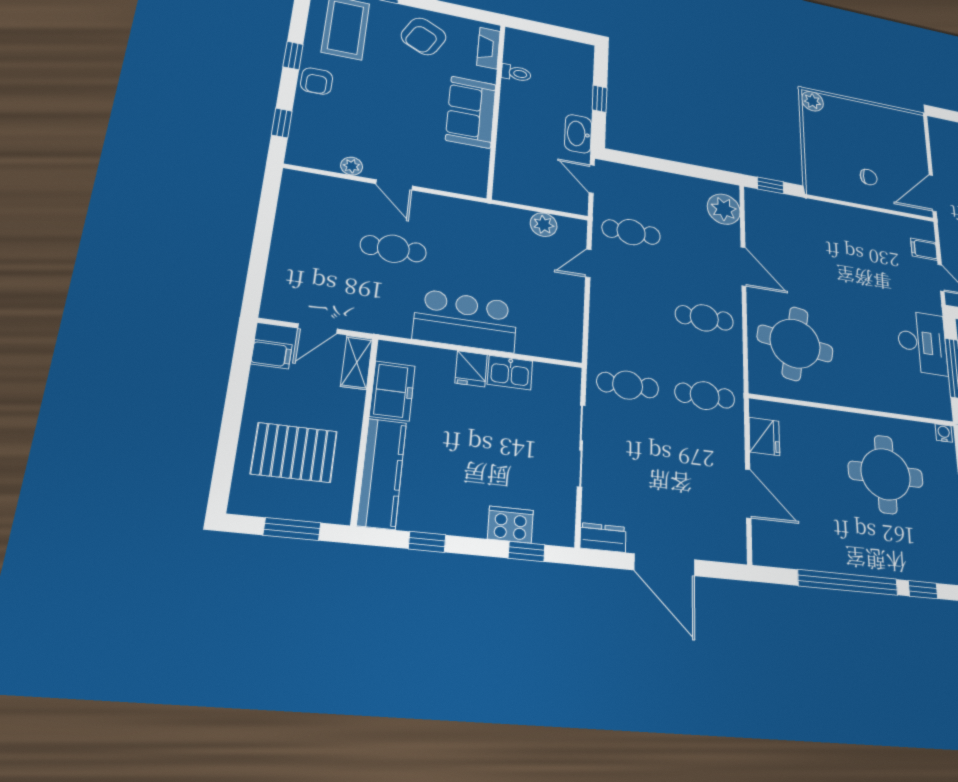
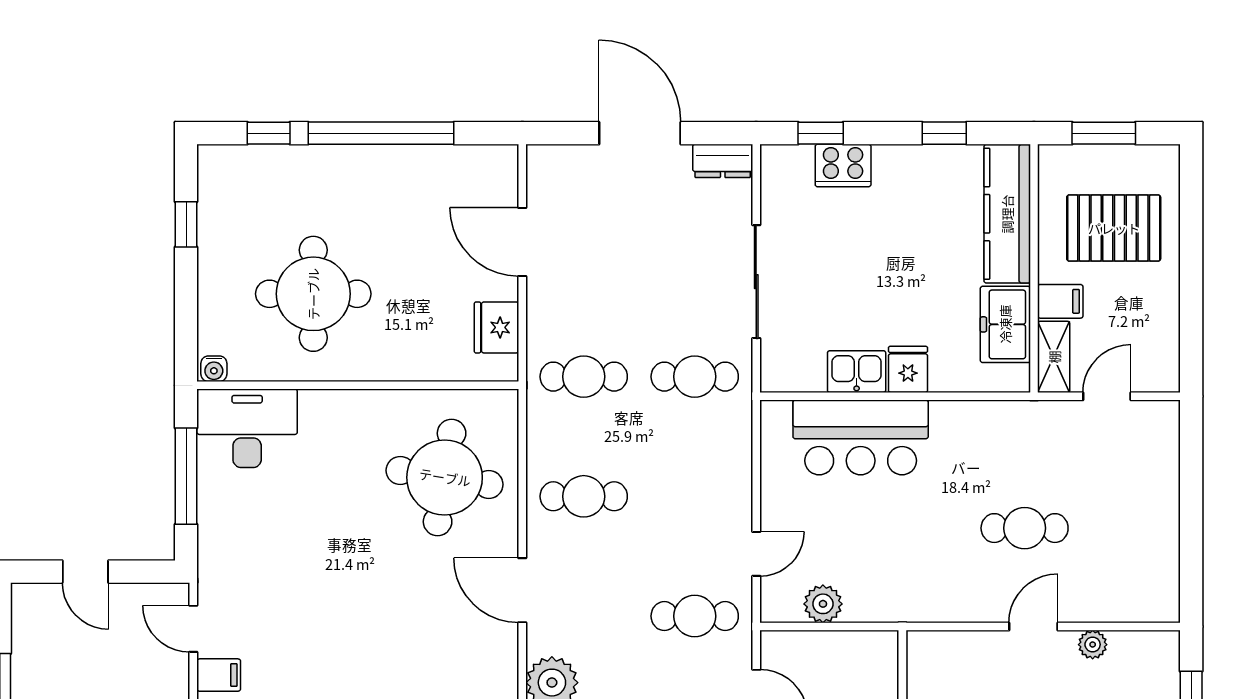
door: (394, 185) -> (1033, 627), hinge flipped
bar counter: (466, 321) -> (861, 437), moved
desk: (922, 343) -> (247, 428), moved, turned 90
filing cabinet: (271, 354) -> (1060, 301), moved, turned 180

